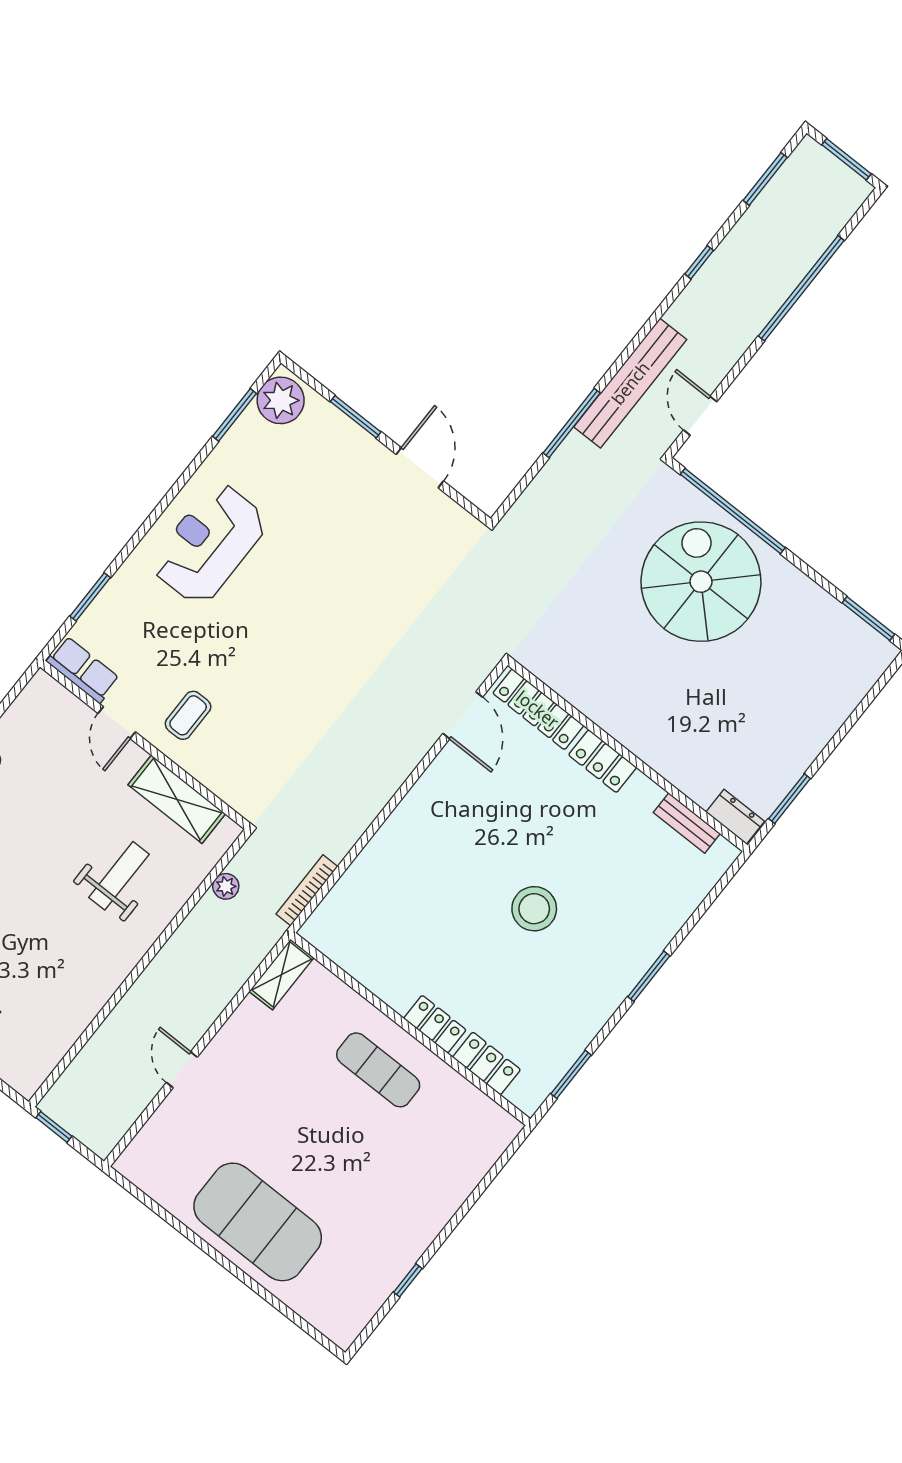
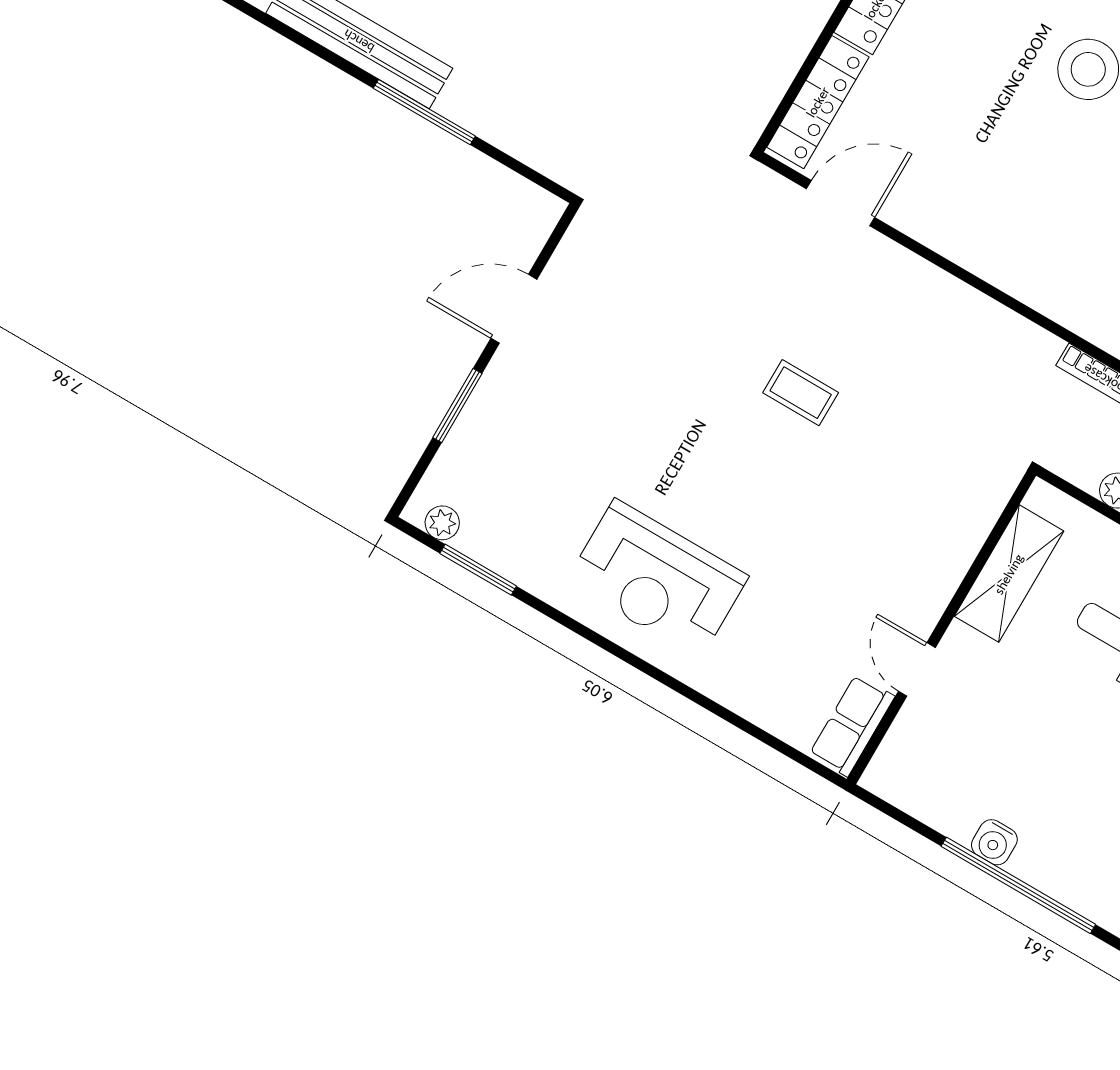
plant: (281, 400) -> (442, 523), width x0.53, depth x0.53
window: (90, 597) -> (752, 730), removed
coffee table: (188, 715) -> (801, 393), moved
door: (117, 723) -> (917, 669), swing flipped

